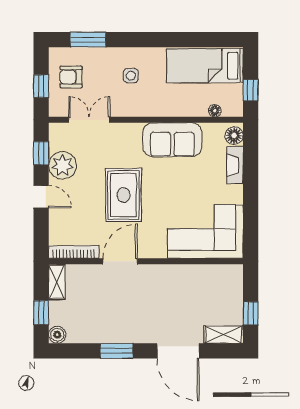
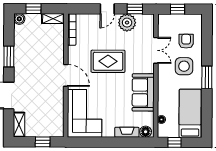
window: (88, 40) -> (207, 77), moved
side table: (131, 76) -> (184, 66), width x1.87, depth x1.87
armchair: (71, 77) -> (186, 41), moved
double door: (89, 120) -> (156, 50), moved
door: (120, 261) -> (66, 75), moved
window: (251, 313) -> (43, 142), moved

